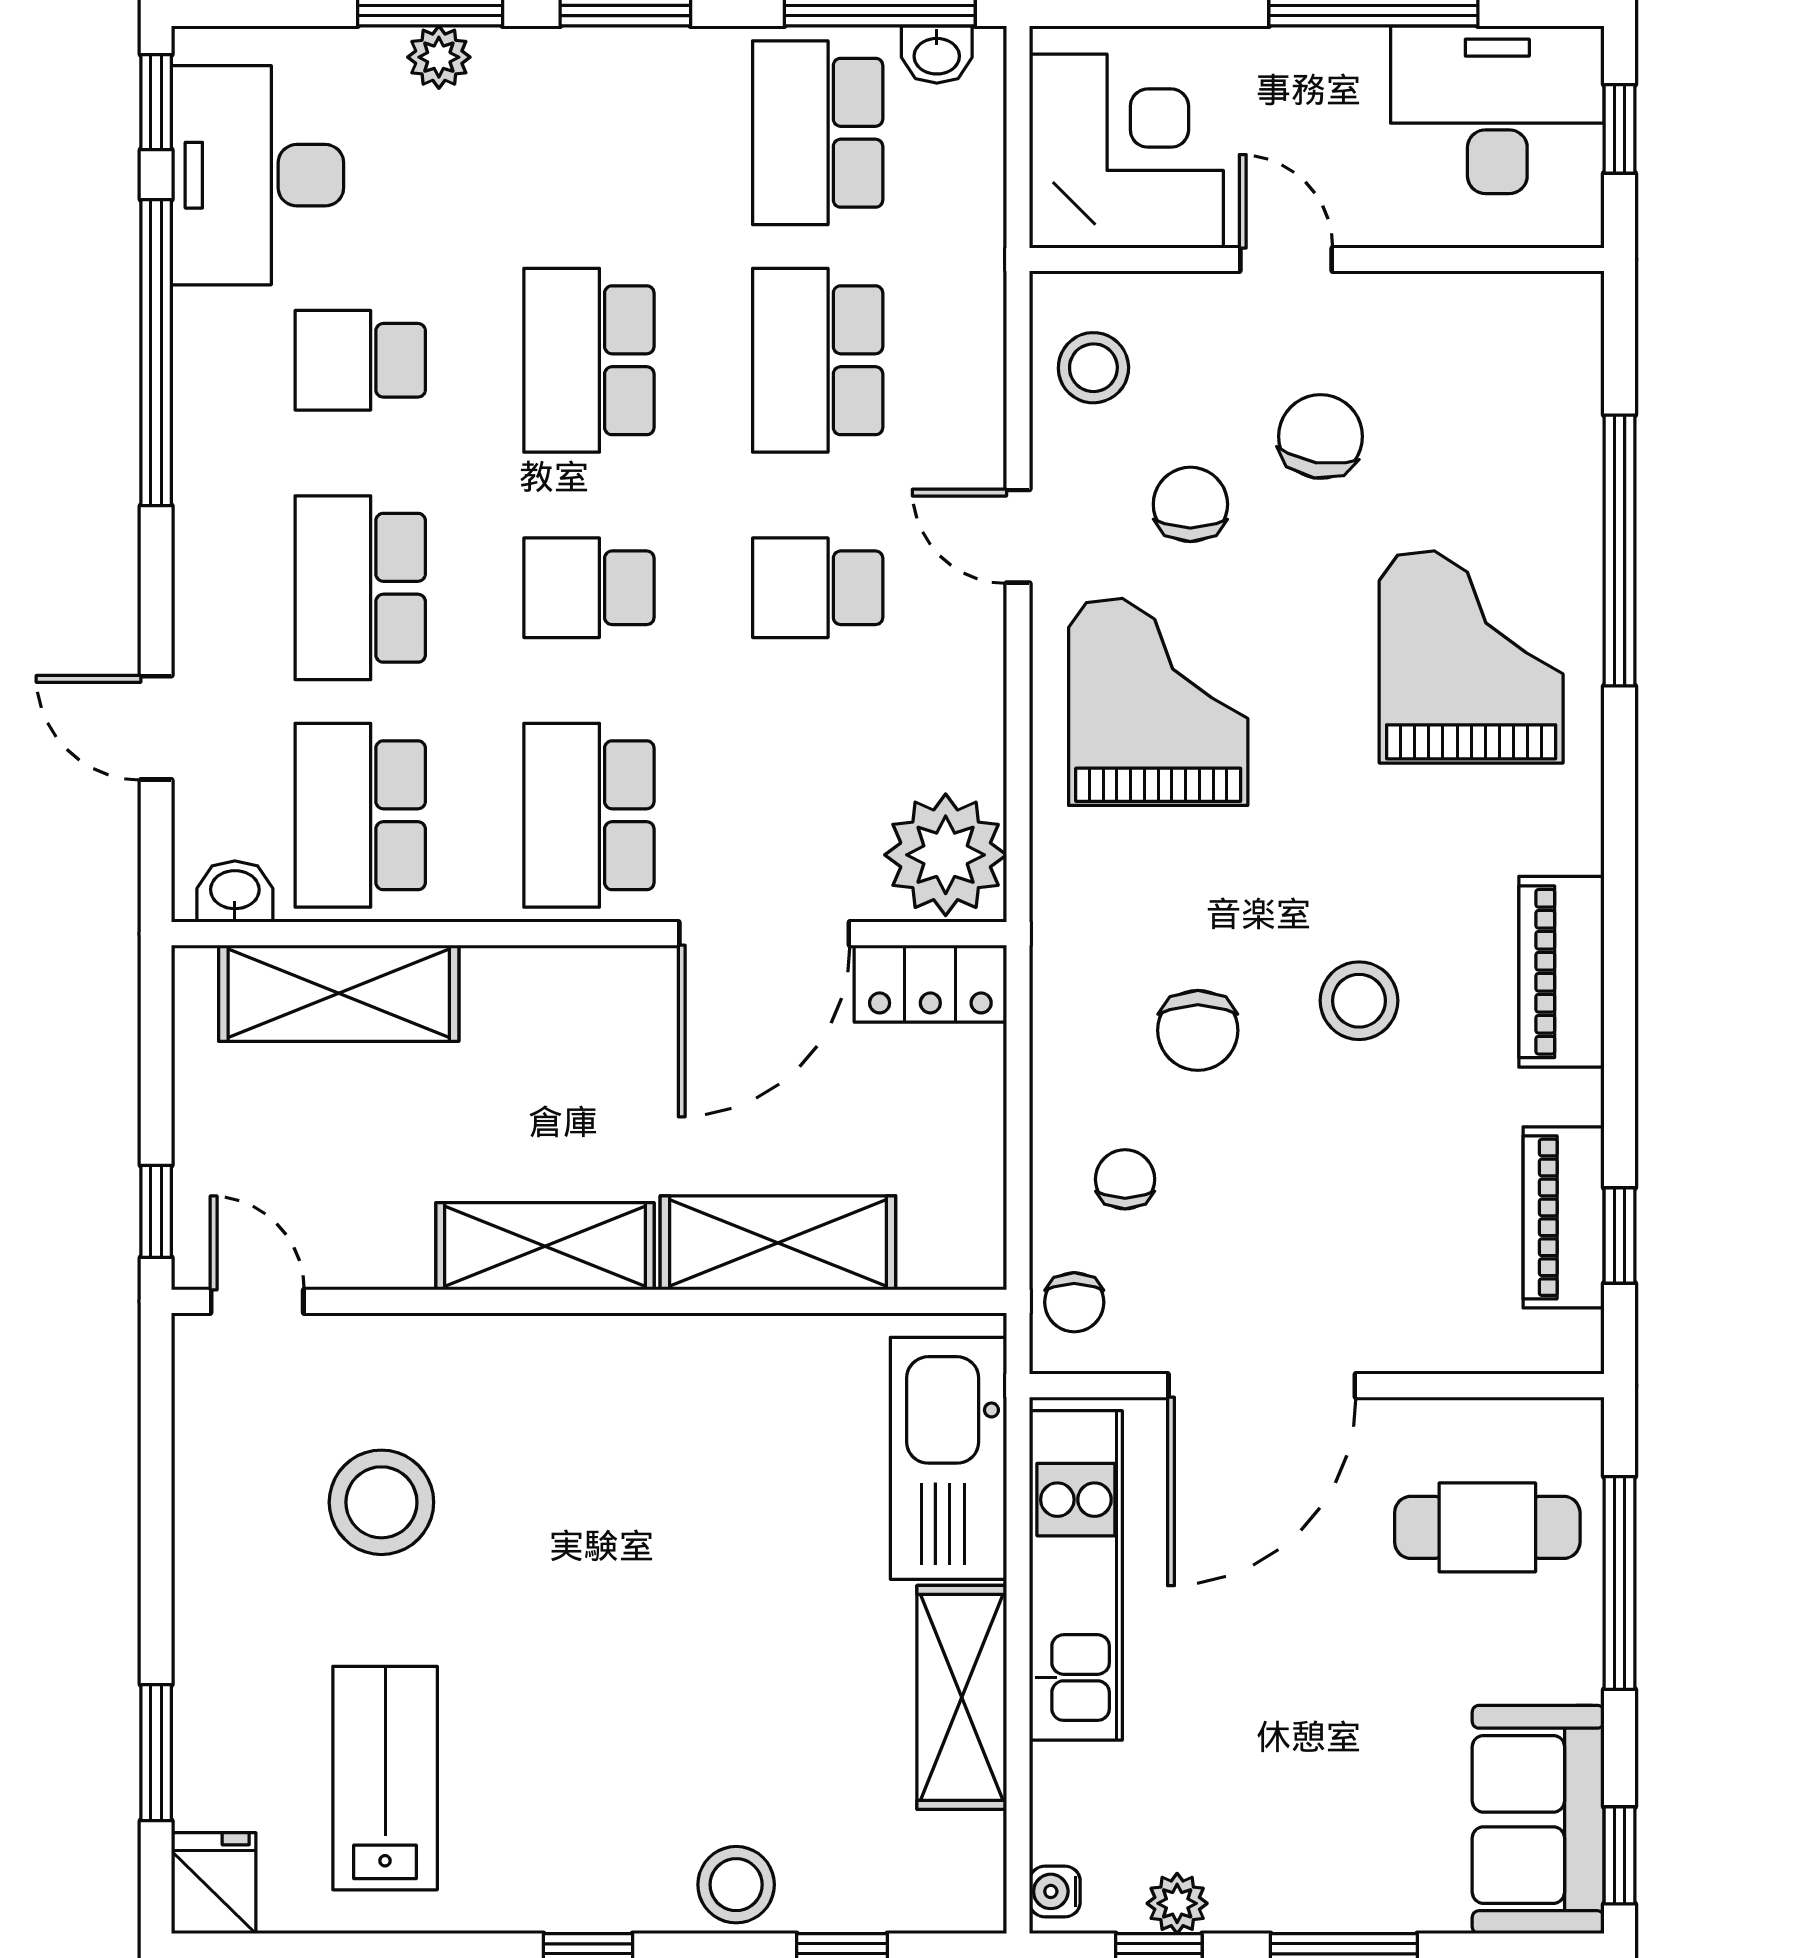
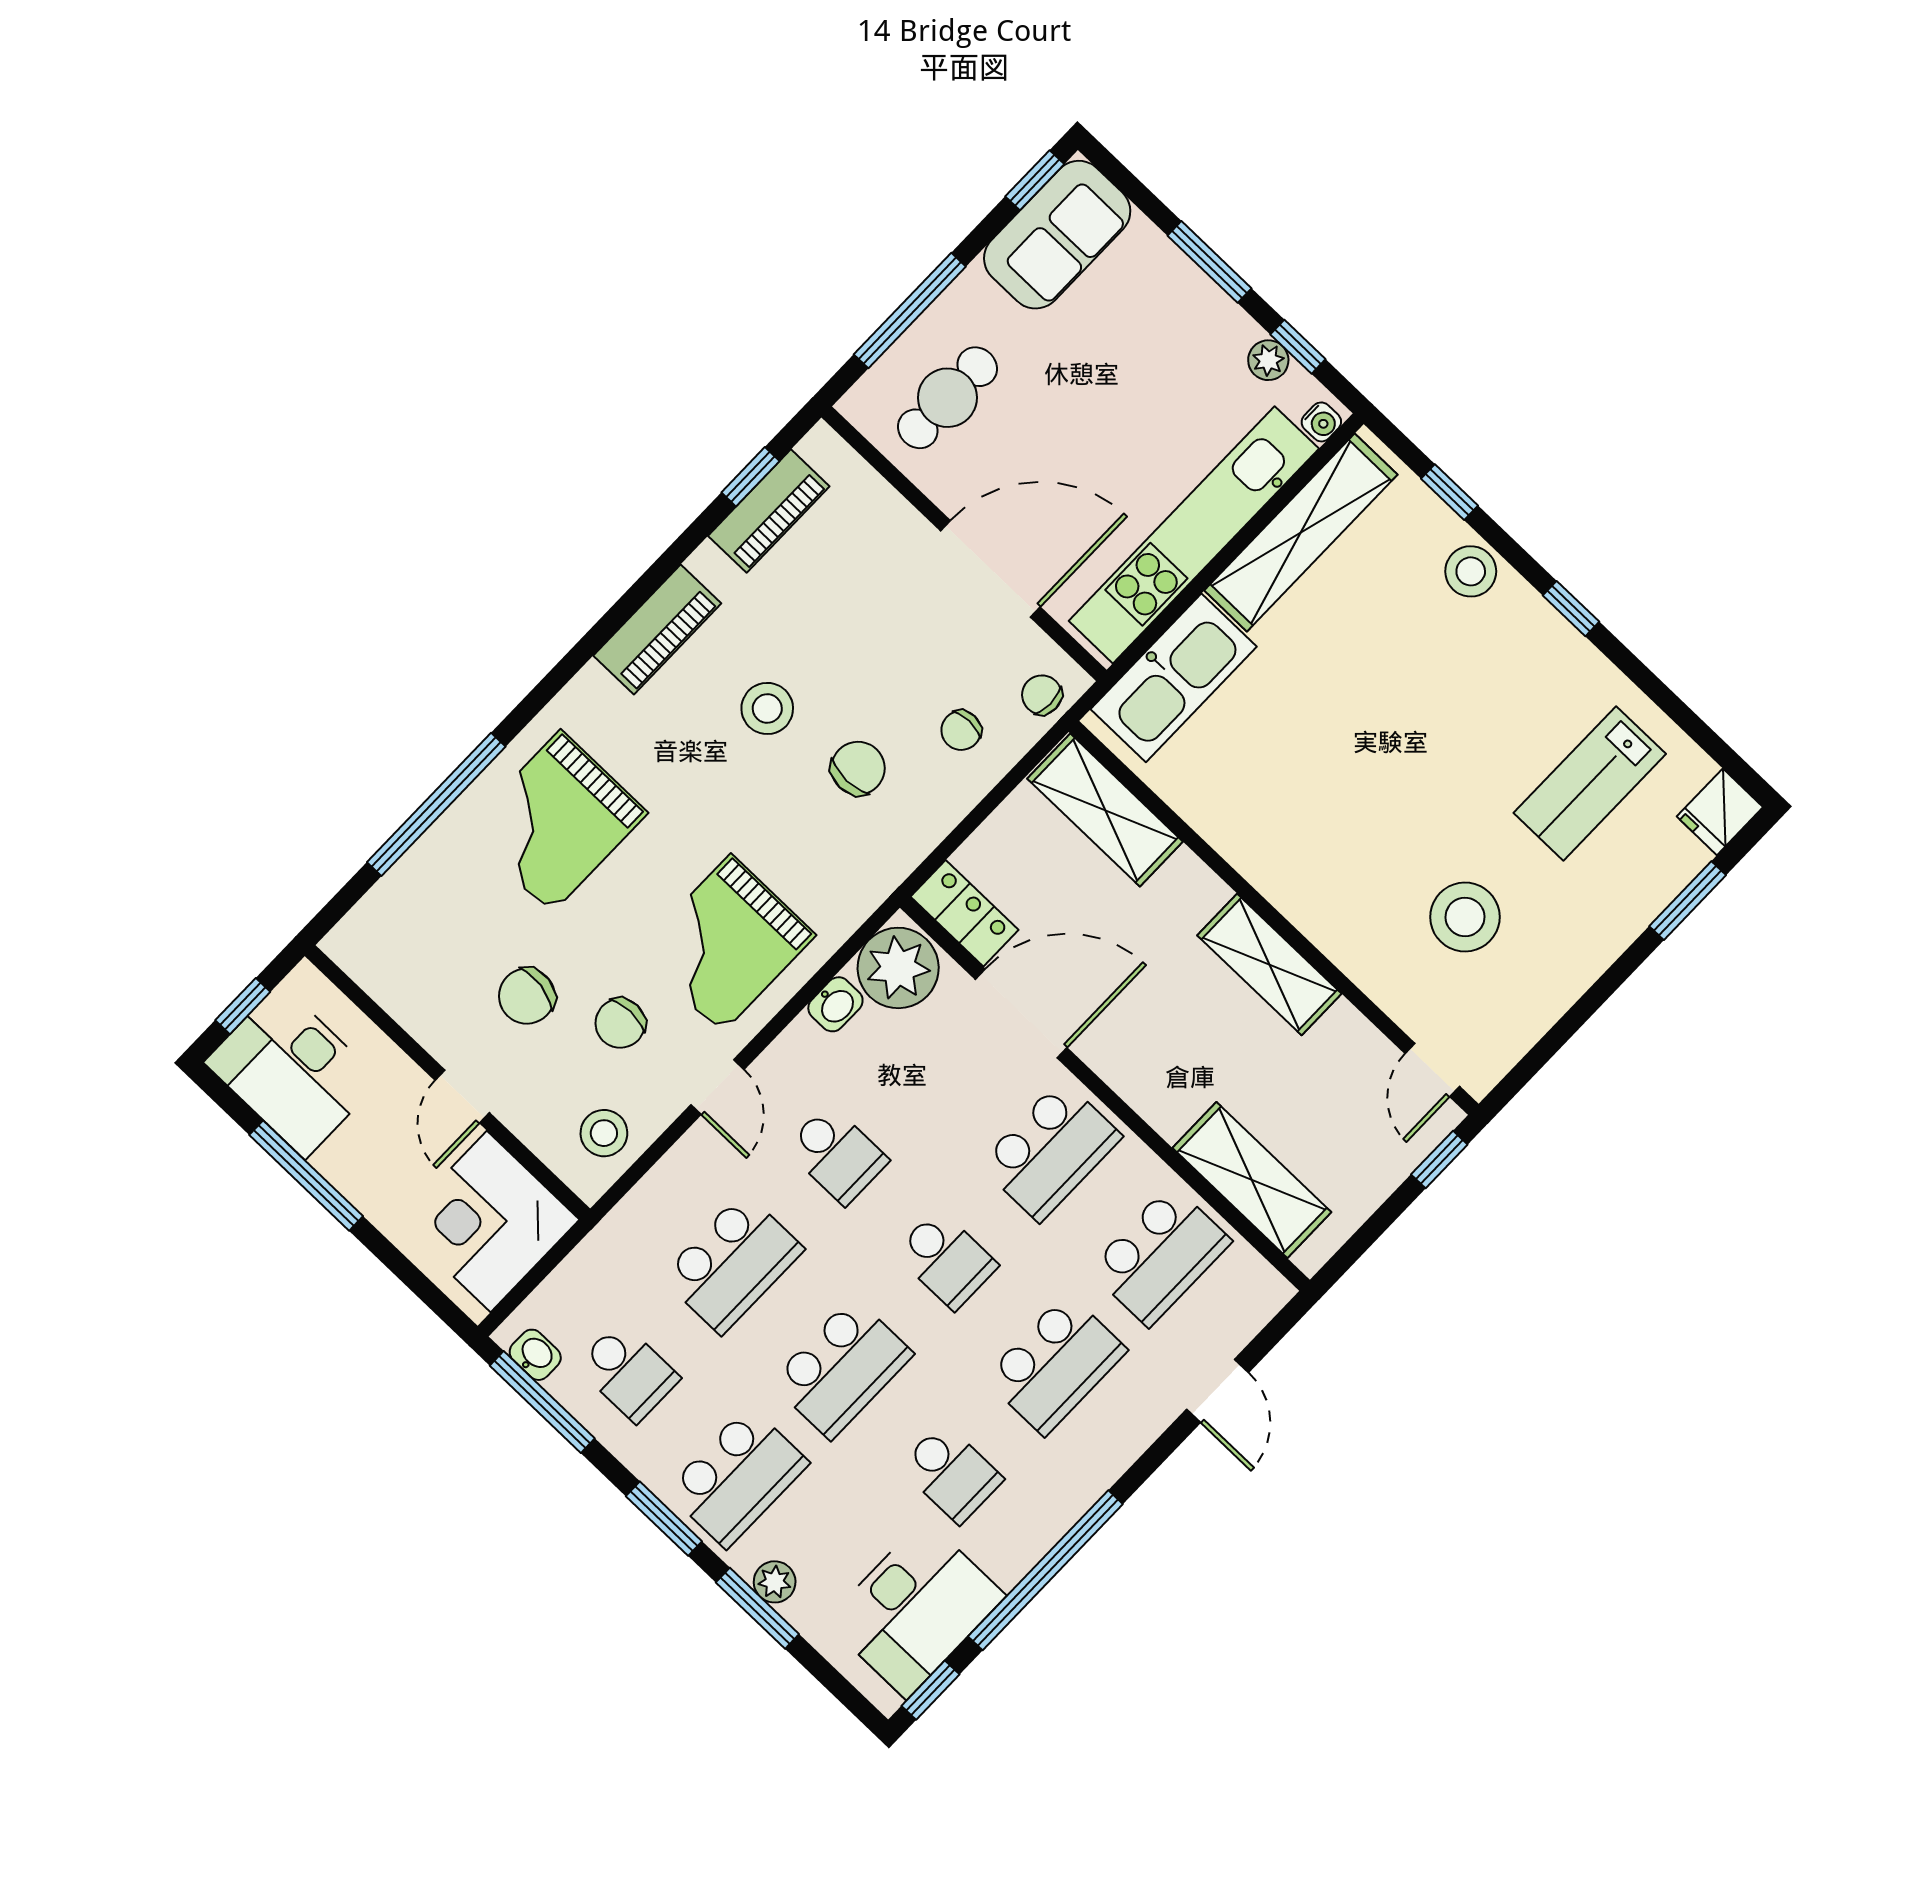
school desk: (589, 133) -> (737, 1477), added
school desk: (818, 133) -> (628, 1372), width x0.54
washbasin: (235, 892) -> (835, 1004), moved, turned -90
shelving: (778, 1243) -> (1105, 810), moved
chair: (1074, 1302) -> (1042, 695), turned -90
cafe table: (1487, 1527) -> (947, 398), turned 90
kitchen unit: (1076, 1575) -> (1194, 535), width x1.36
shelving: (962, 1697) -> (1301, 533), width x1.47

